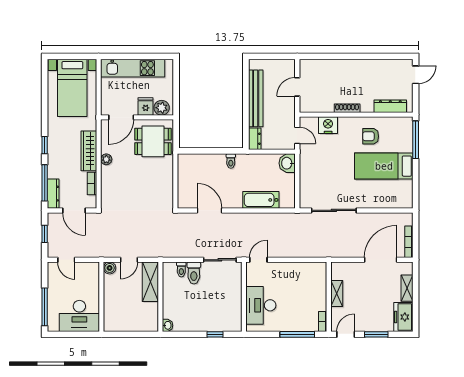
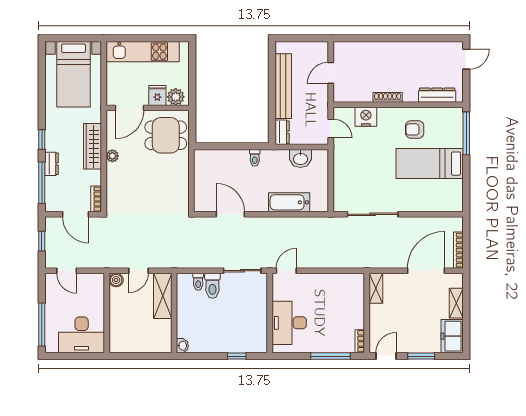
washbasin: (287, 163) -> (300, 158), moved, turned -90
bookcase: (92, 184) -> (96, 199), moved
dresser: (53, 194) -> (52, 164), moved, width x0.70
shelving: (337, 294) -> (376, 288), moved

